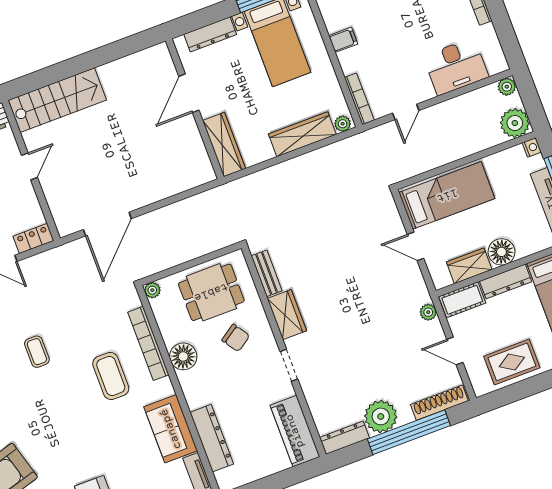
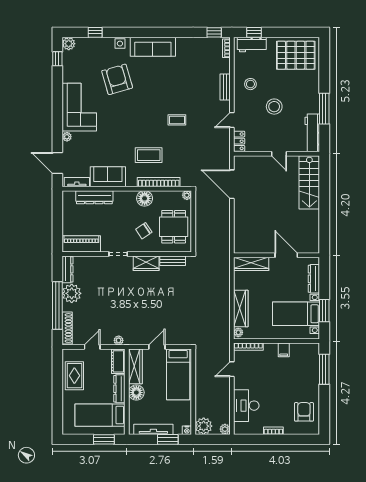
door: (406, 112) -> (232, 369), hinge flipped
wardrobe: (469, 266) -> (135, 366), width x1.50

